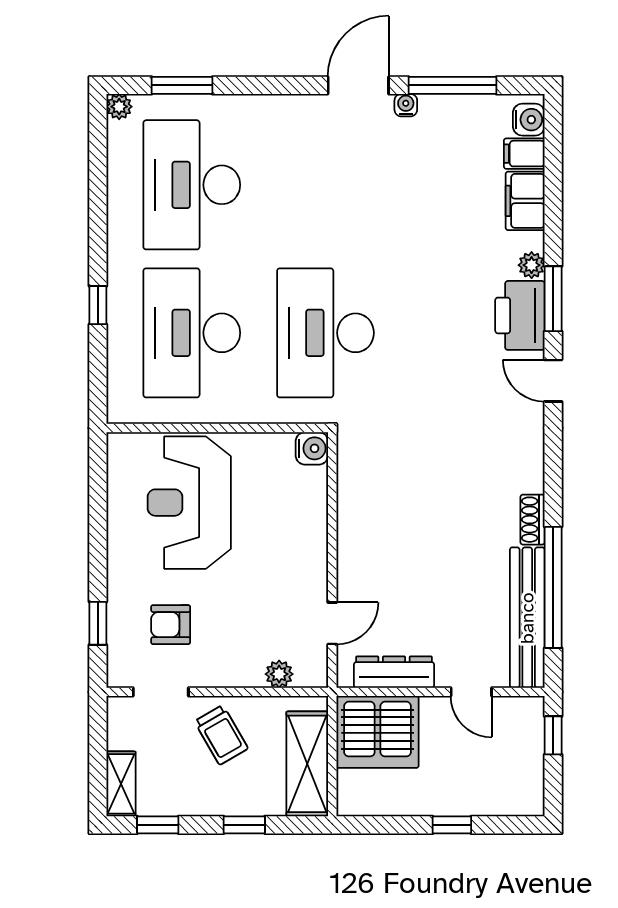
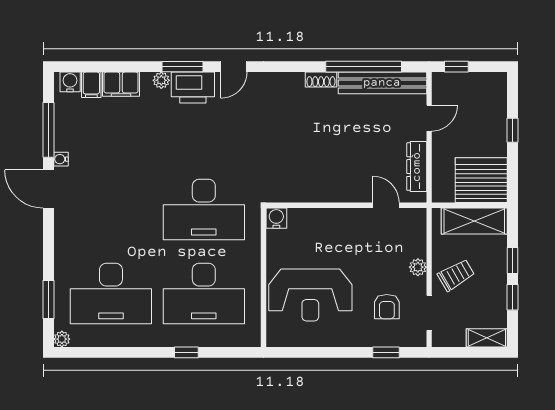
plant: (279, 674) -> (418, 267), moved
server rack: (378, 732) -> (481, 180), moved, turned -90
window: (158, 825) -> (512, 297), moved

